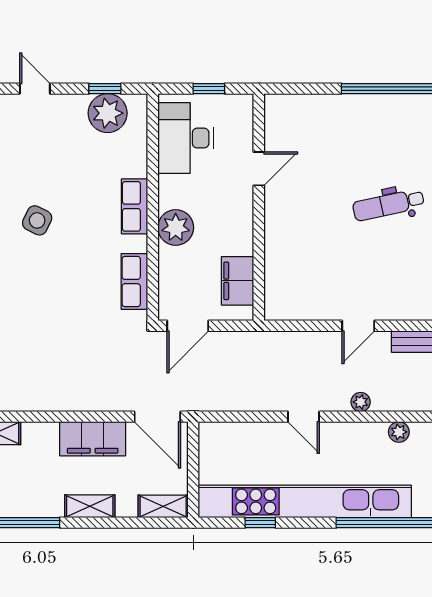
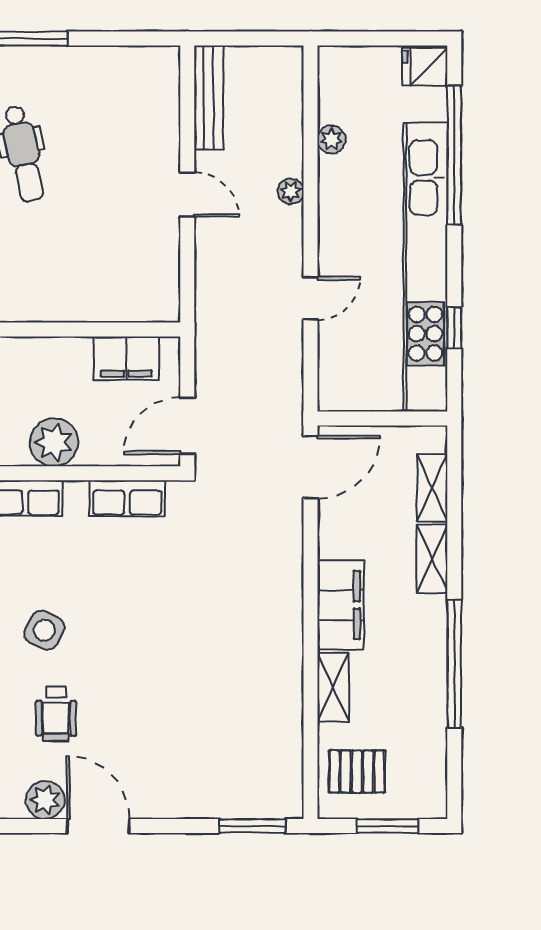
door: (188, 326) -> (187, 426), swing flipped
door: (303, 417) -> (311, 298), moved
filing cabinet: (93, 439) -> (341, 605), moved
shelving: (163, 506) -> (432, 488), moved

